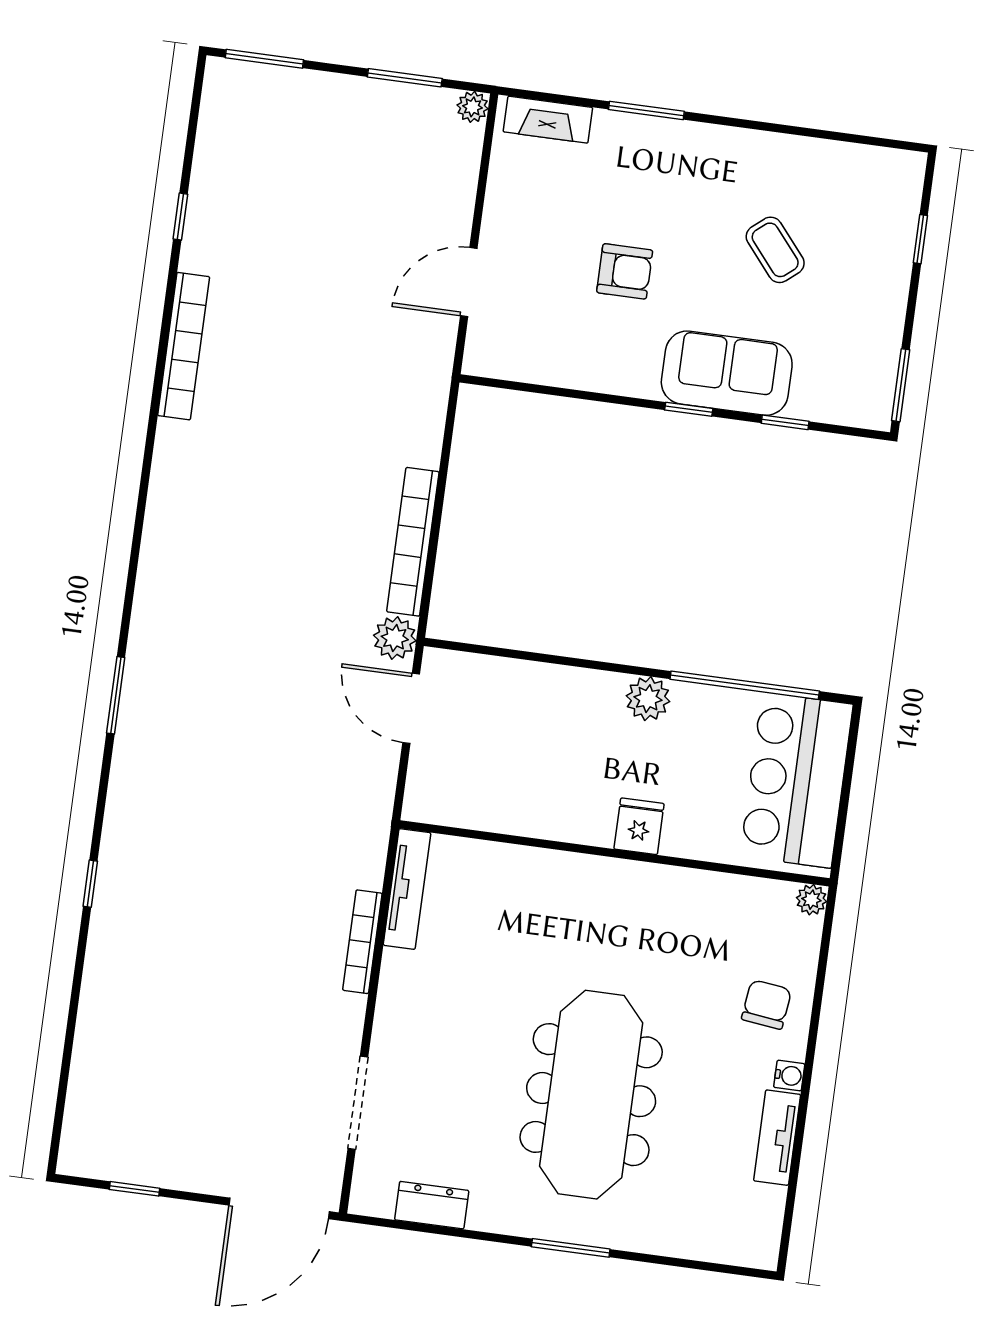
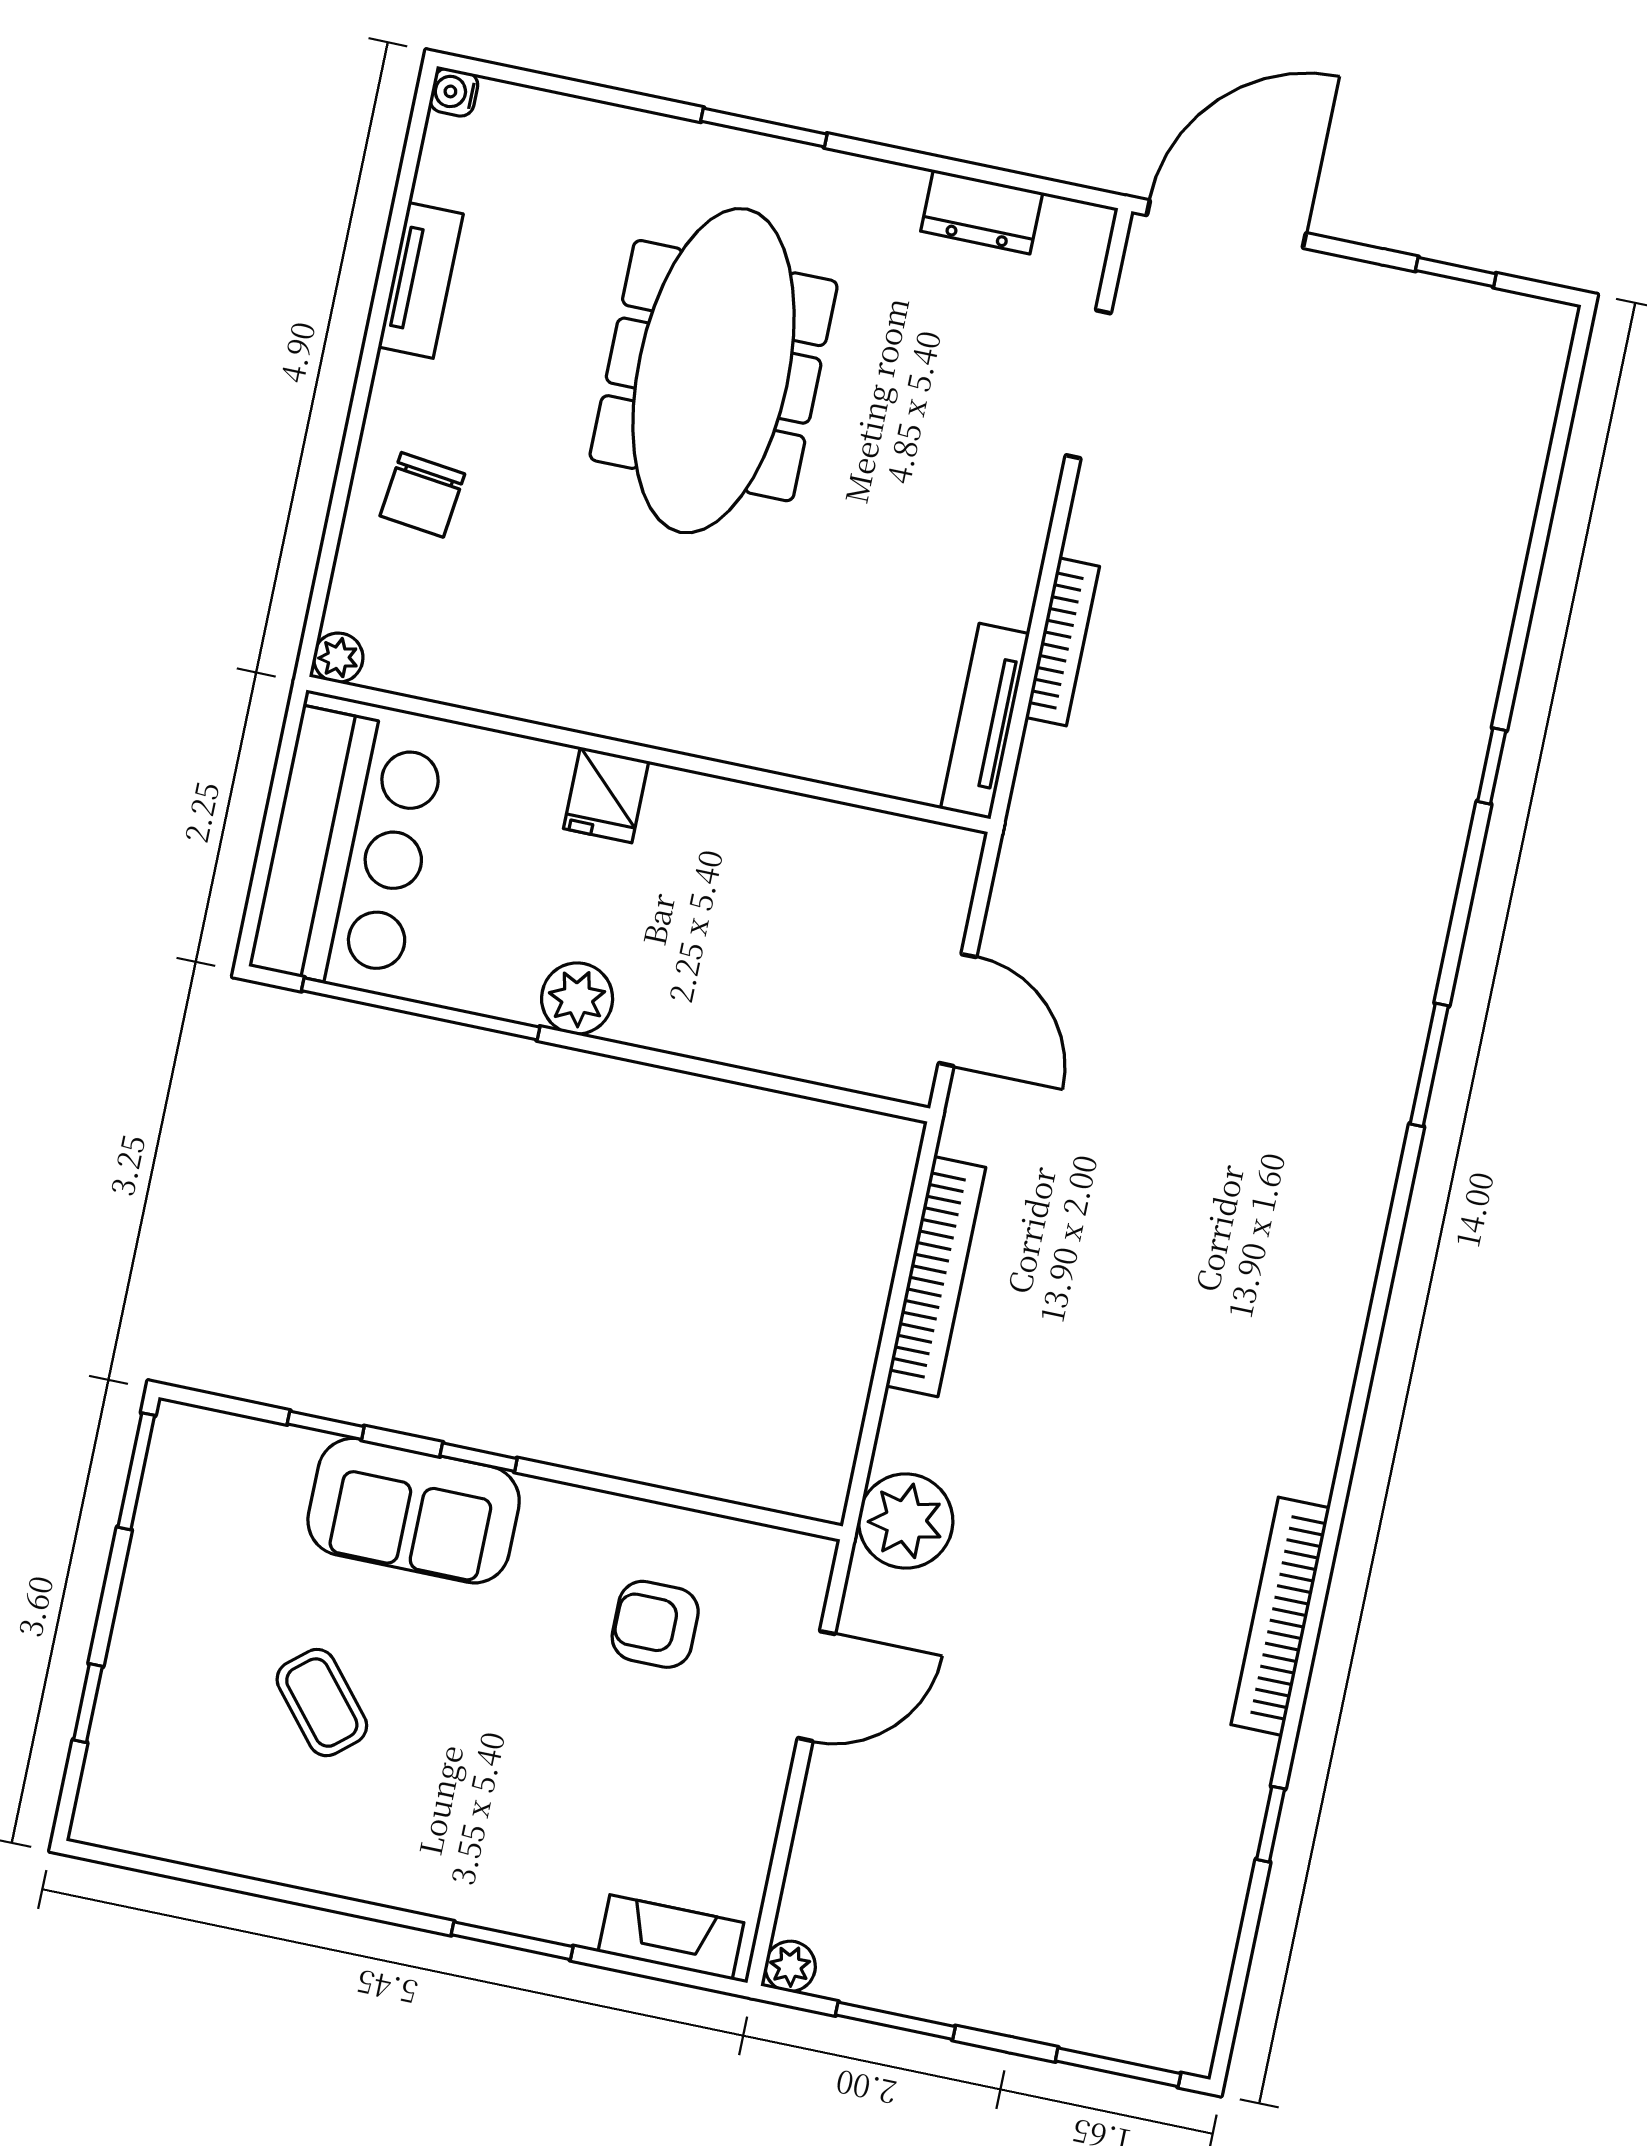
armchair: (625, 271) -> (655, 1624), moved
plant: (395, 638) -> (906, 1521), moved, width x1.36, depth x1.36
water cooler: (789, 1076) -> (454, 92), moved

